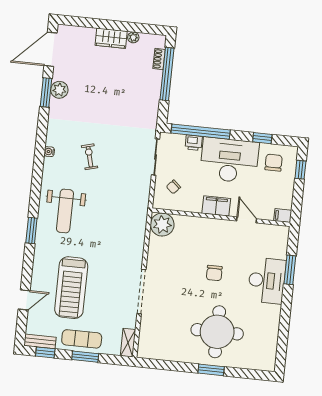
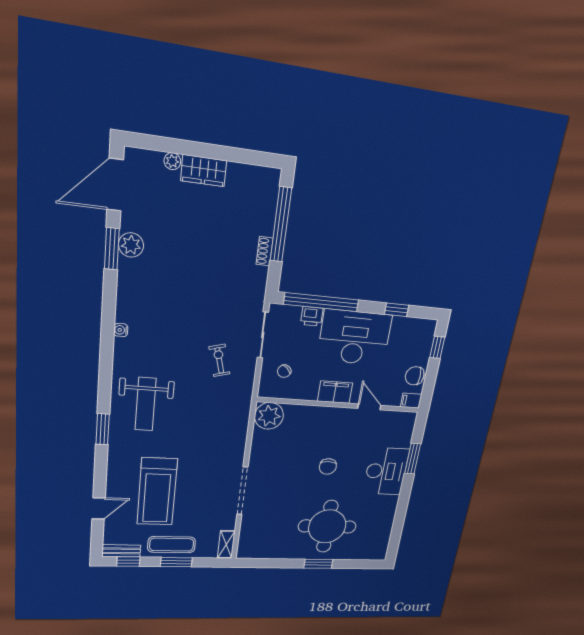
plant: (133, 37) -> (172, 161), moved
shoe rack: (159, 59) -> (265, 251), moved
exercise bike: (90, 157) -> (219, 360), moved
chair: (274, 163) -> (415, 376), moved, turned -90

